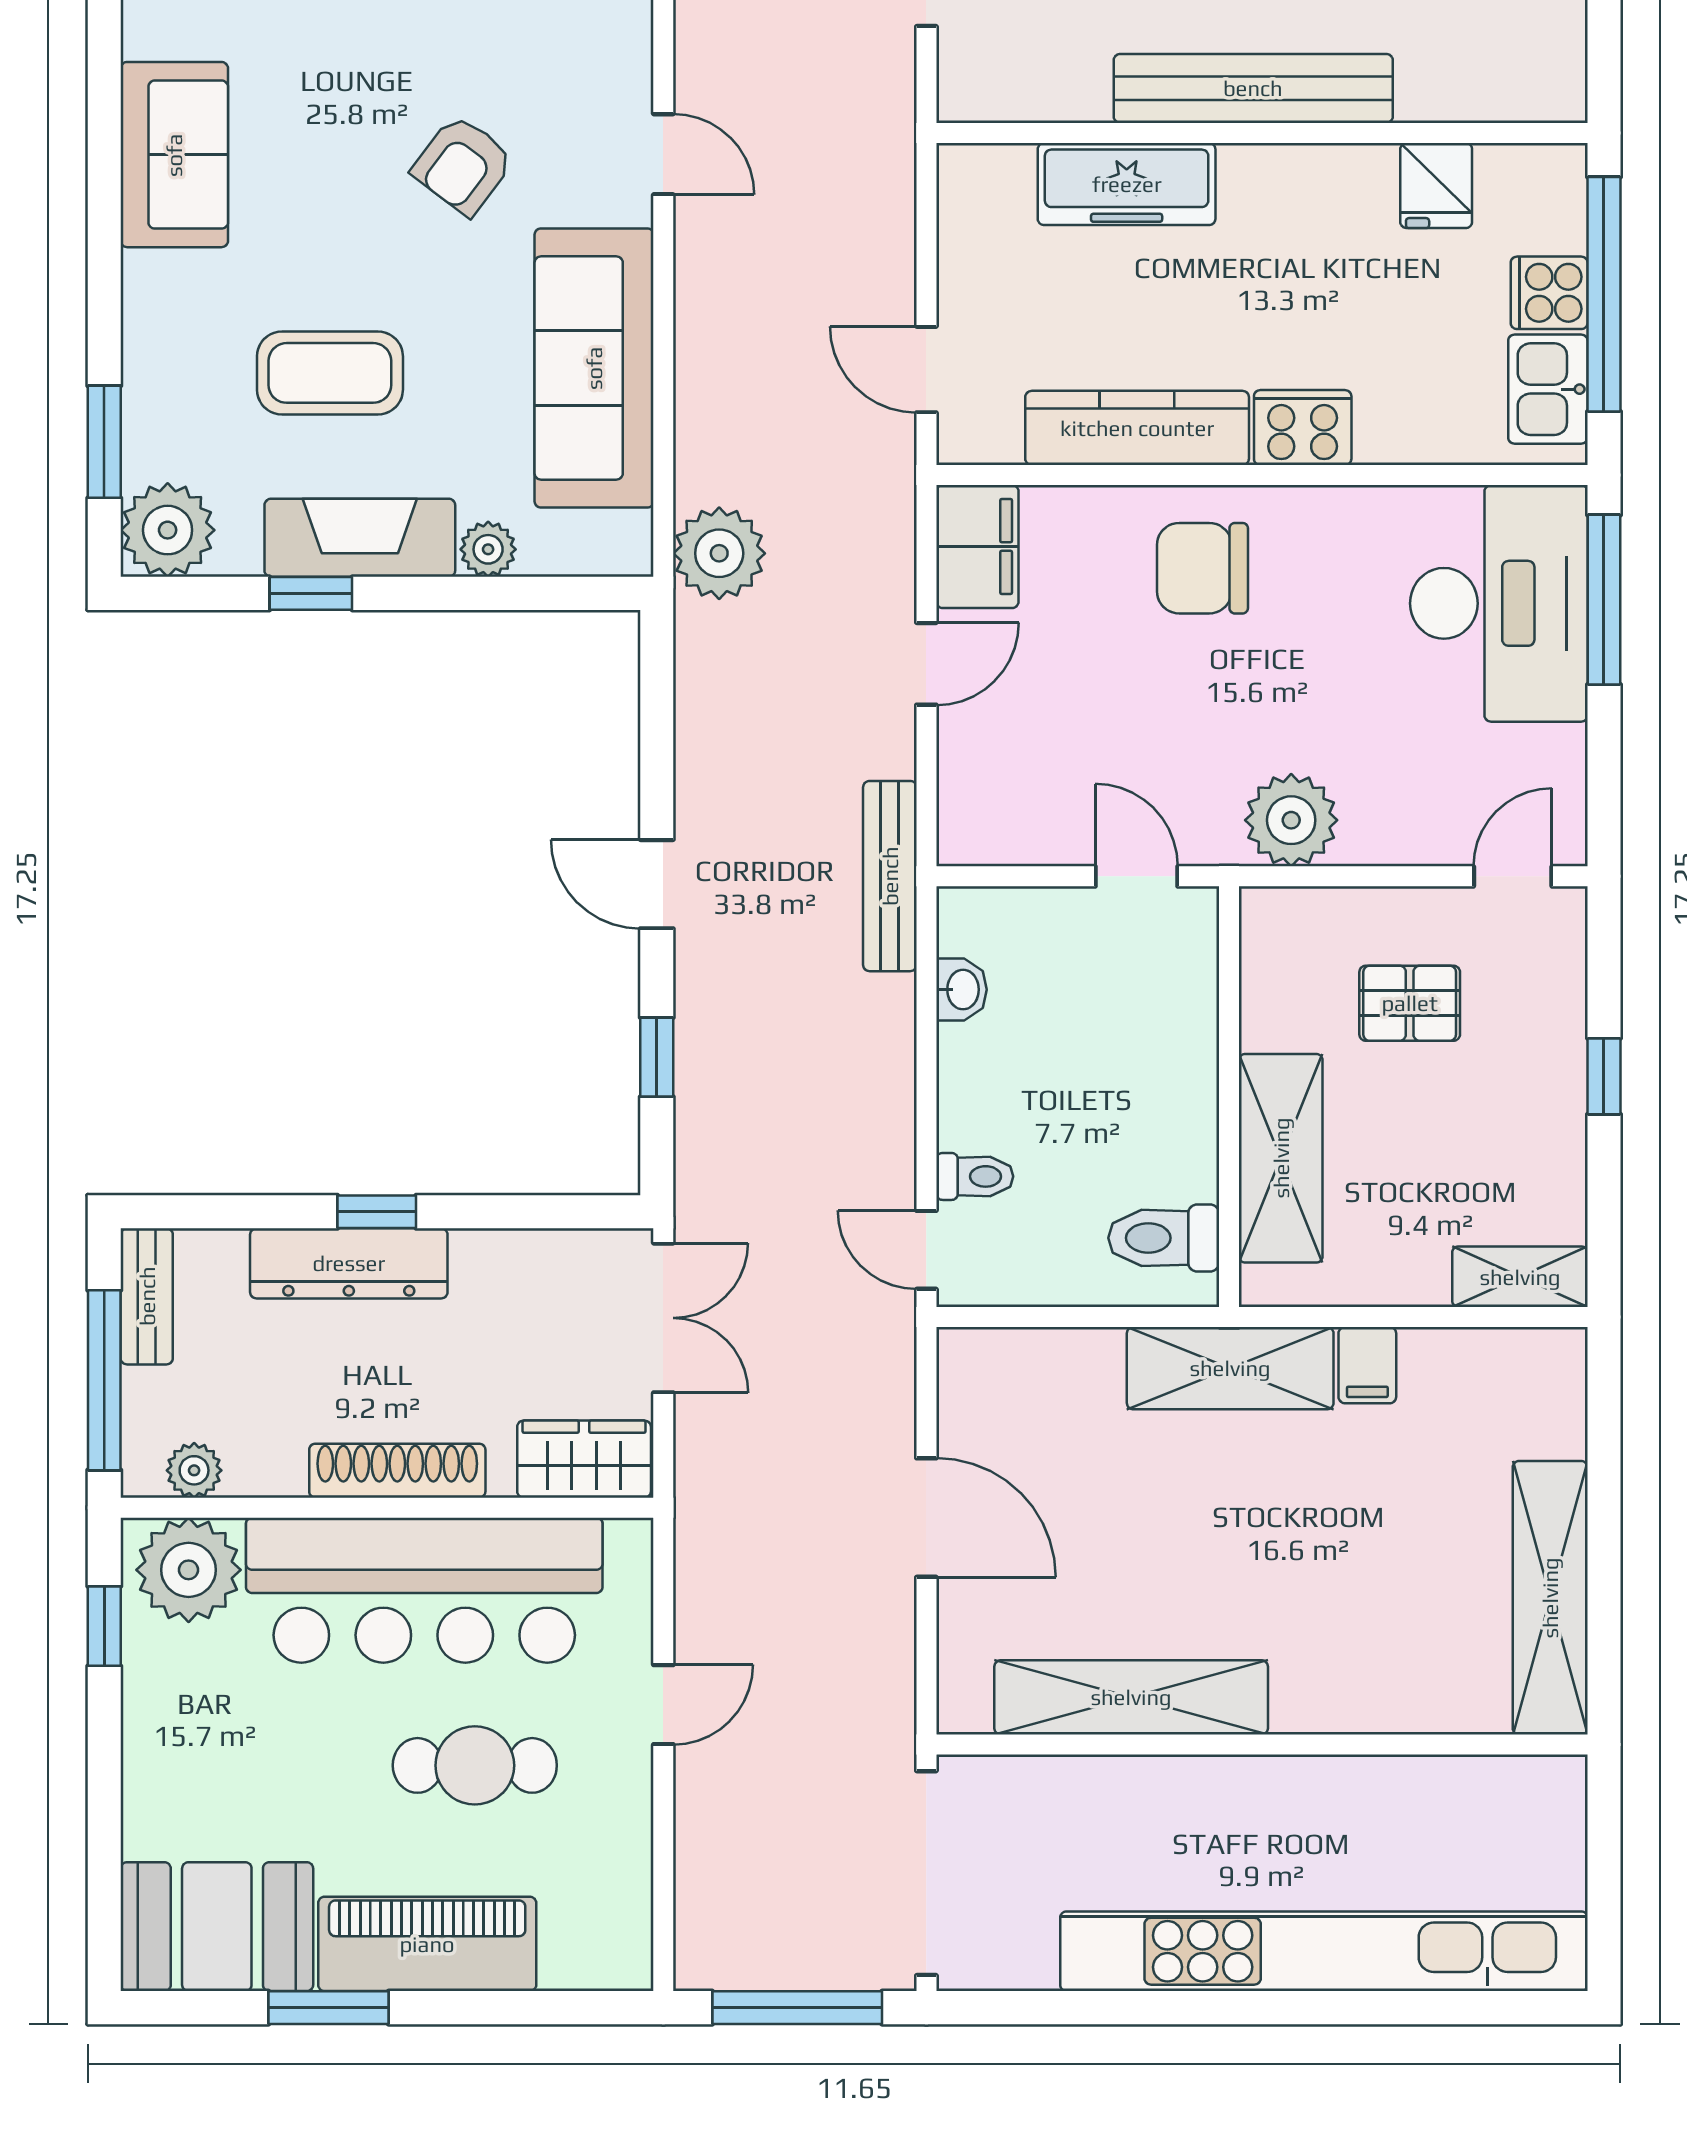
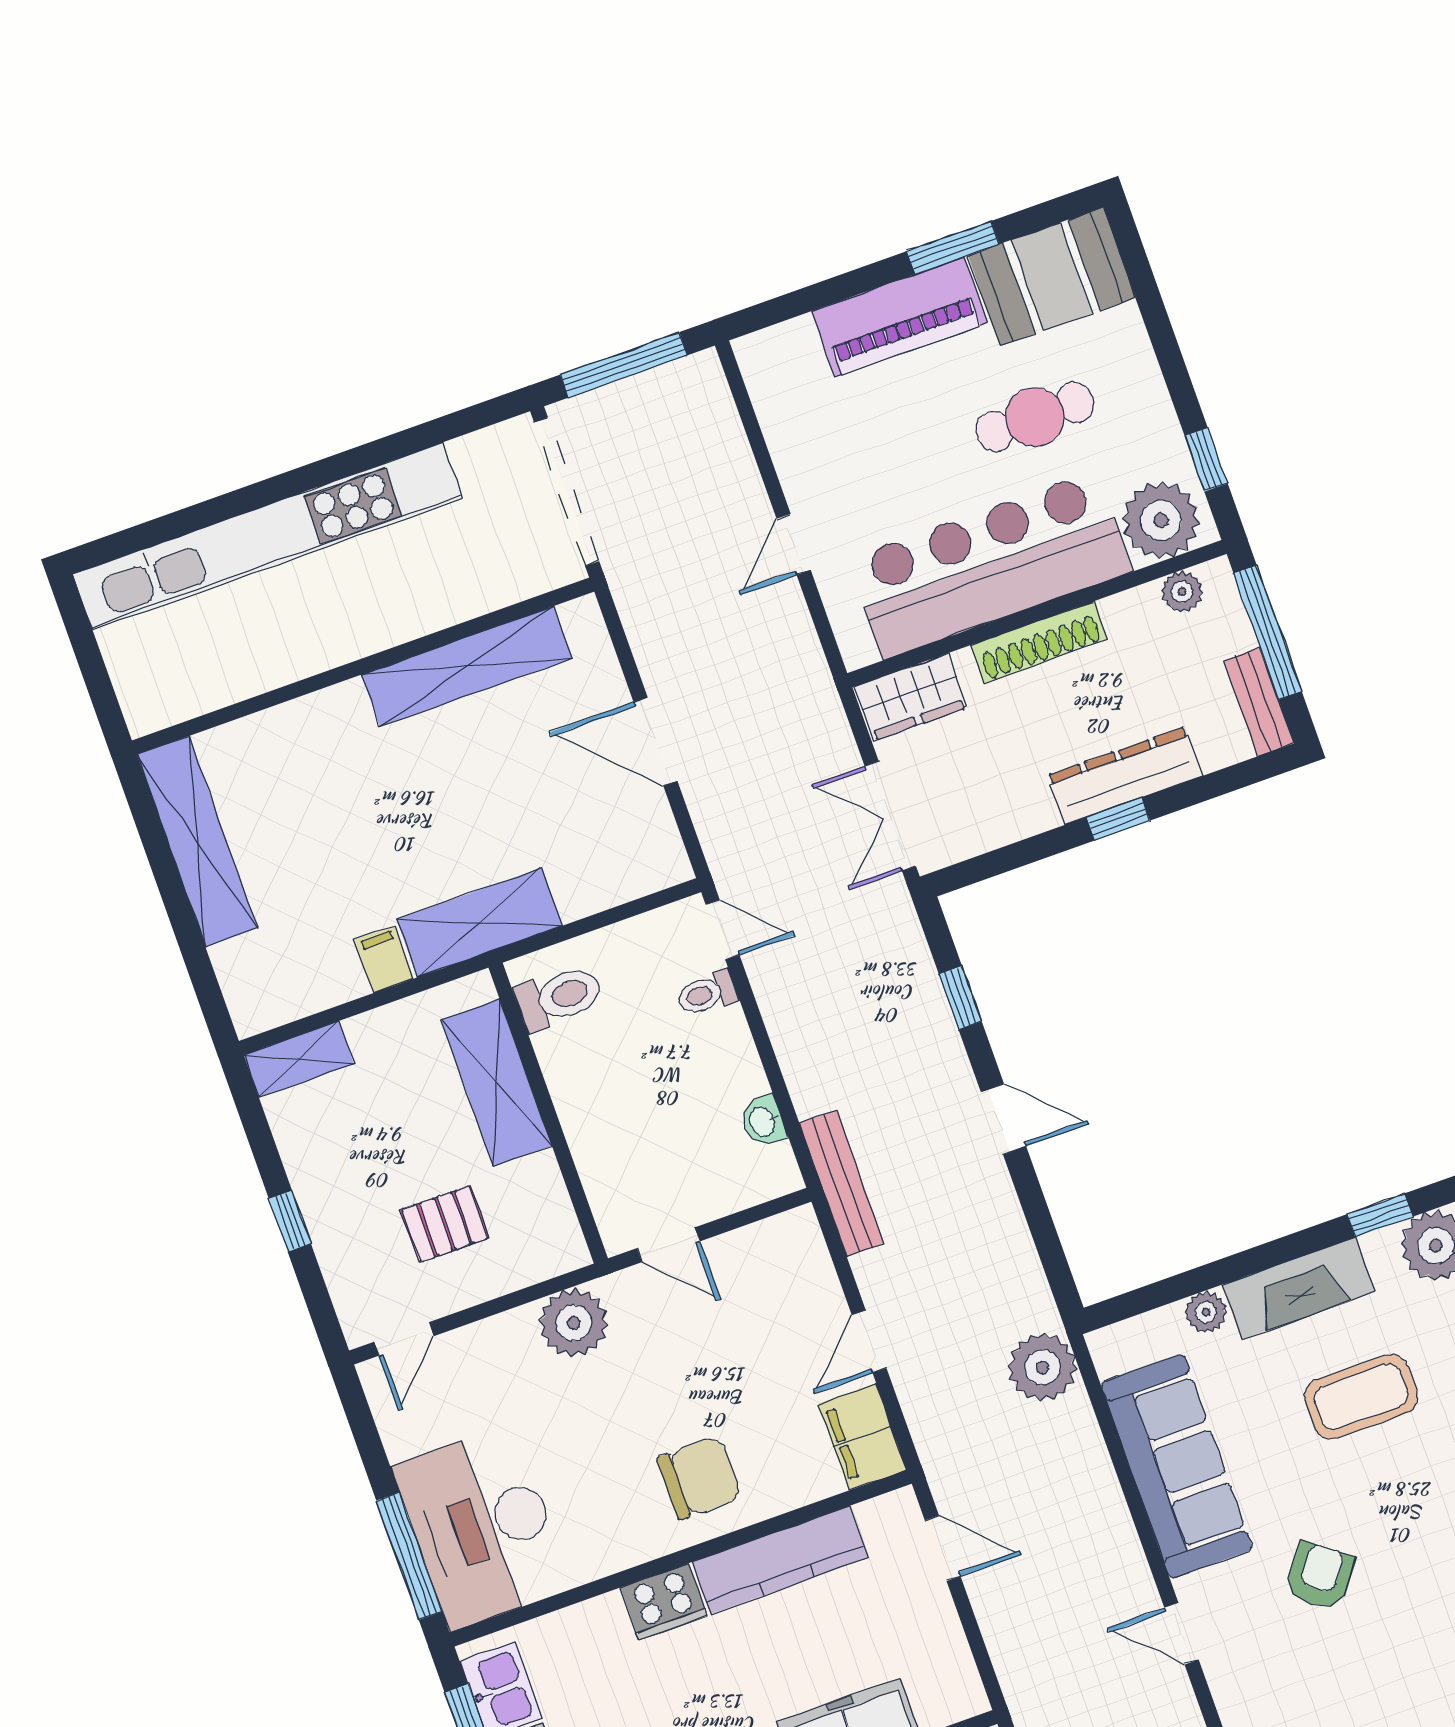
window: (311, 593) -> (1380, 1215), moved
cafe table: (475, 1765) -> (1035, 417), moved

